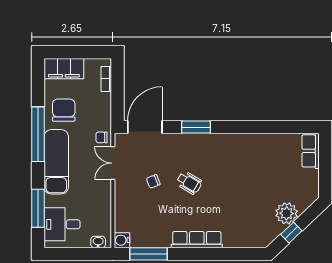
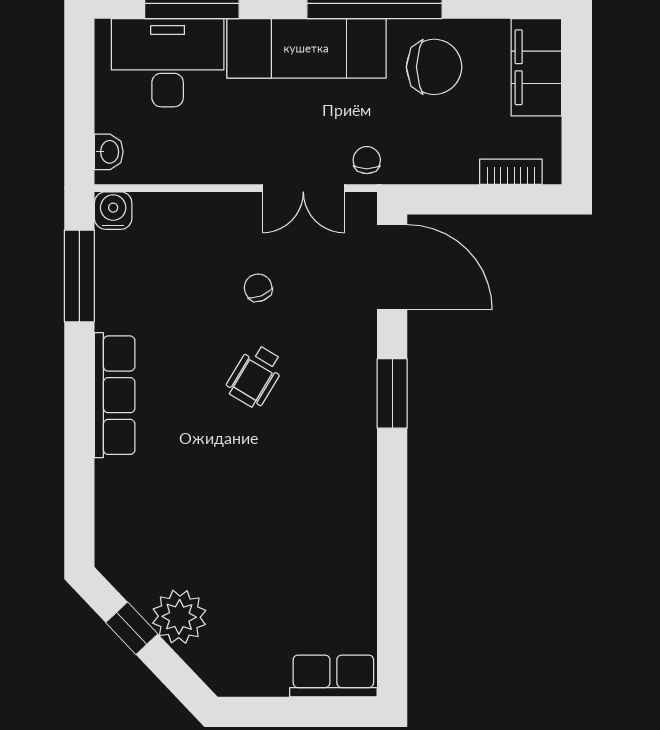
double door: (113, 163) -> (303, 188), swing flipped
desk: (62, 224) -> (168, 63), width x1.37

